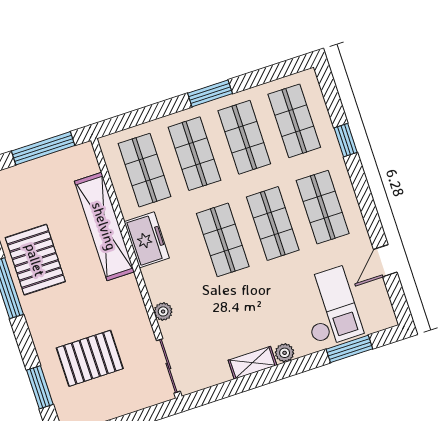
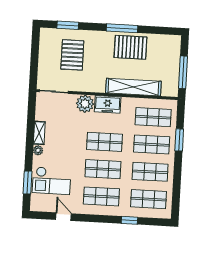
window: (210, 93) -> (179, 140), moved
freezer: (147, 240) -> (108, 104), moved
plant: (163, 311) -> (85, 104), width x1.87, depth x1.87

